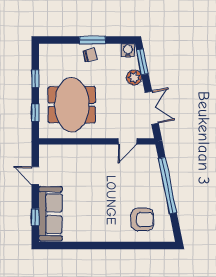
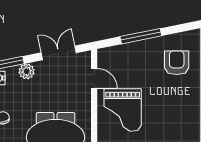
grand piano: (98, 168) -> (123, 110), added
window: (167, 186) -> (141, 36), width x0.68

